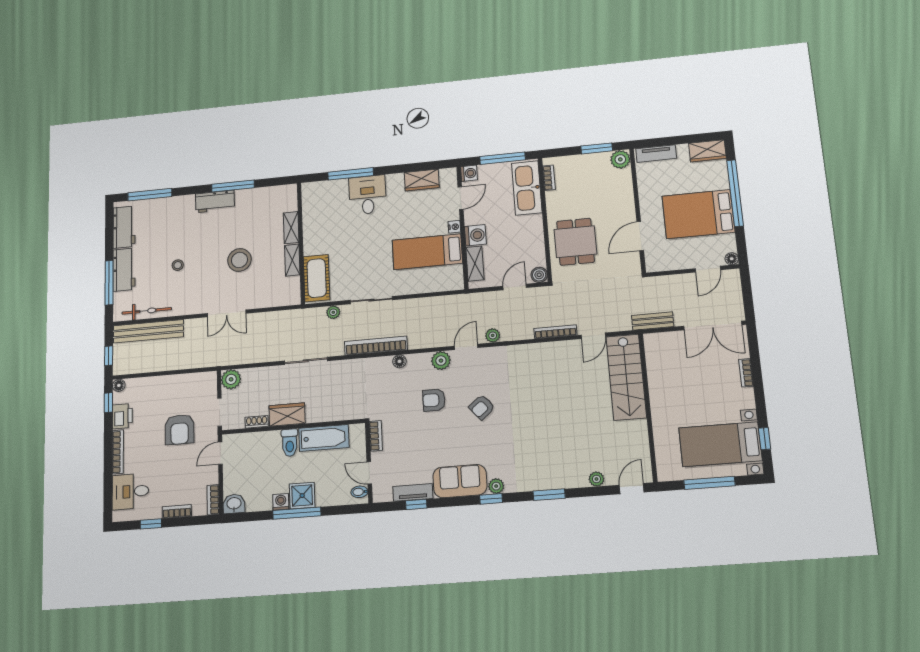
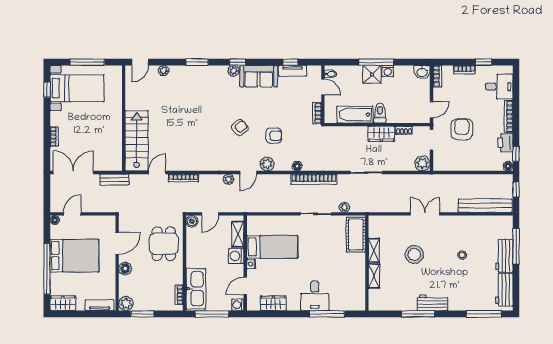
floor lamp: (626, 204) -> (125, 269), added
bicycle: (147, 311) -> (486, 222), removed

